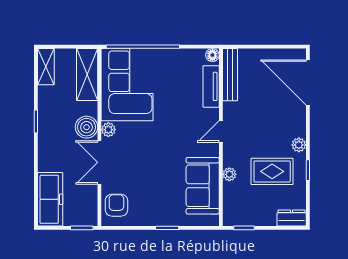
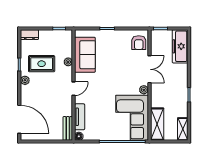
bench: (230, 75) -> (68, 128), width x0.73
boiler: (87, 127) -> (157, 91), removed

